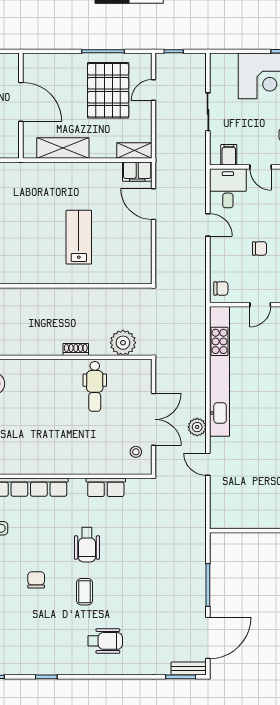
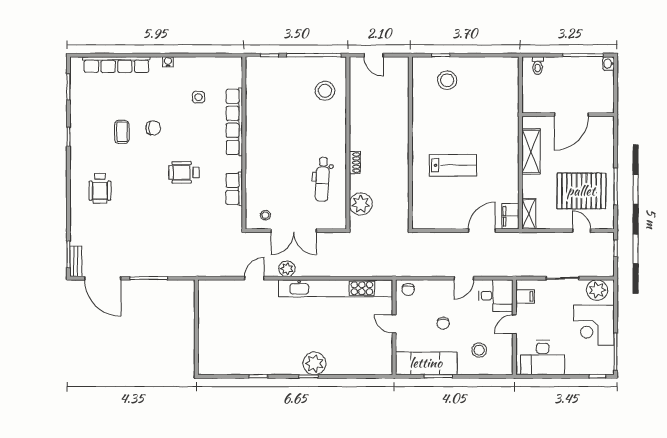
plant: (222, 72) -> (597, 290), added
dental chair: (95, 386) -> (322, 179), turned -87
coffee table: (85, 592) -> (122, 132), moved, turned 90

